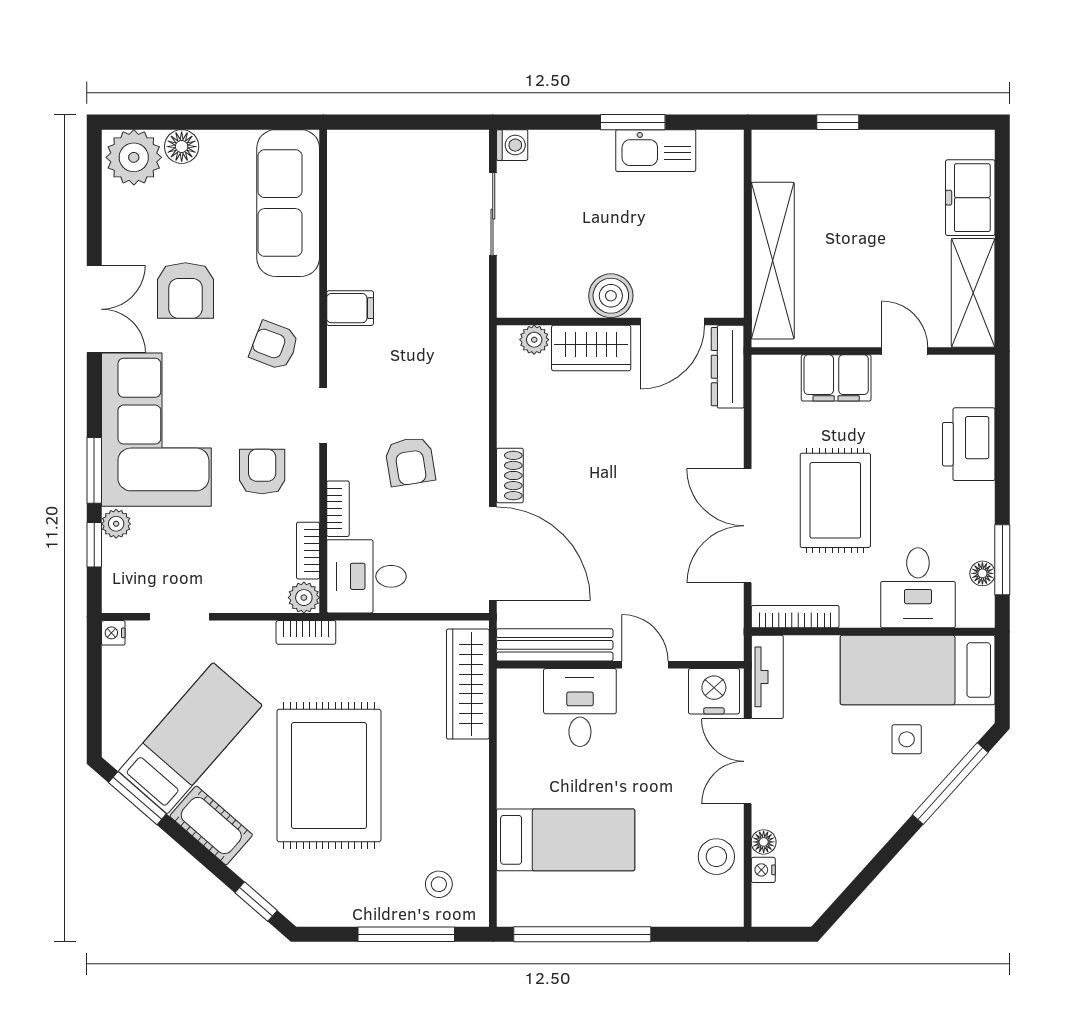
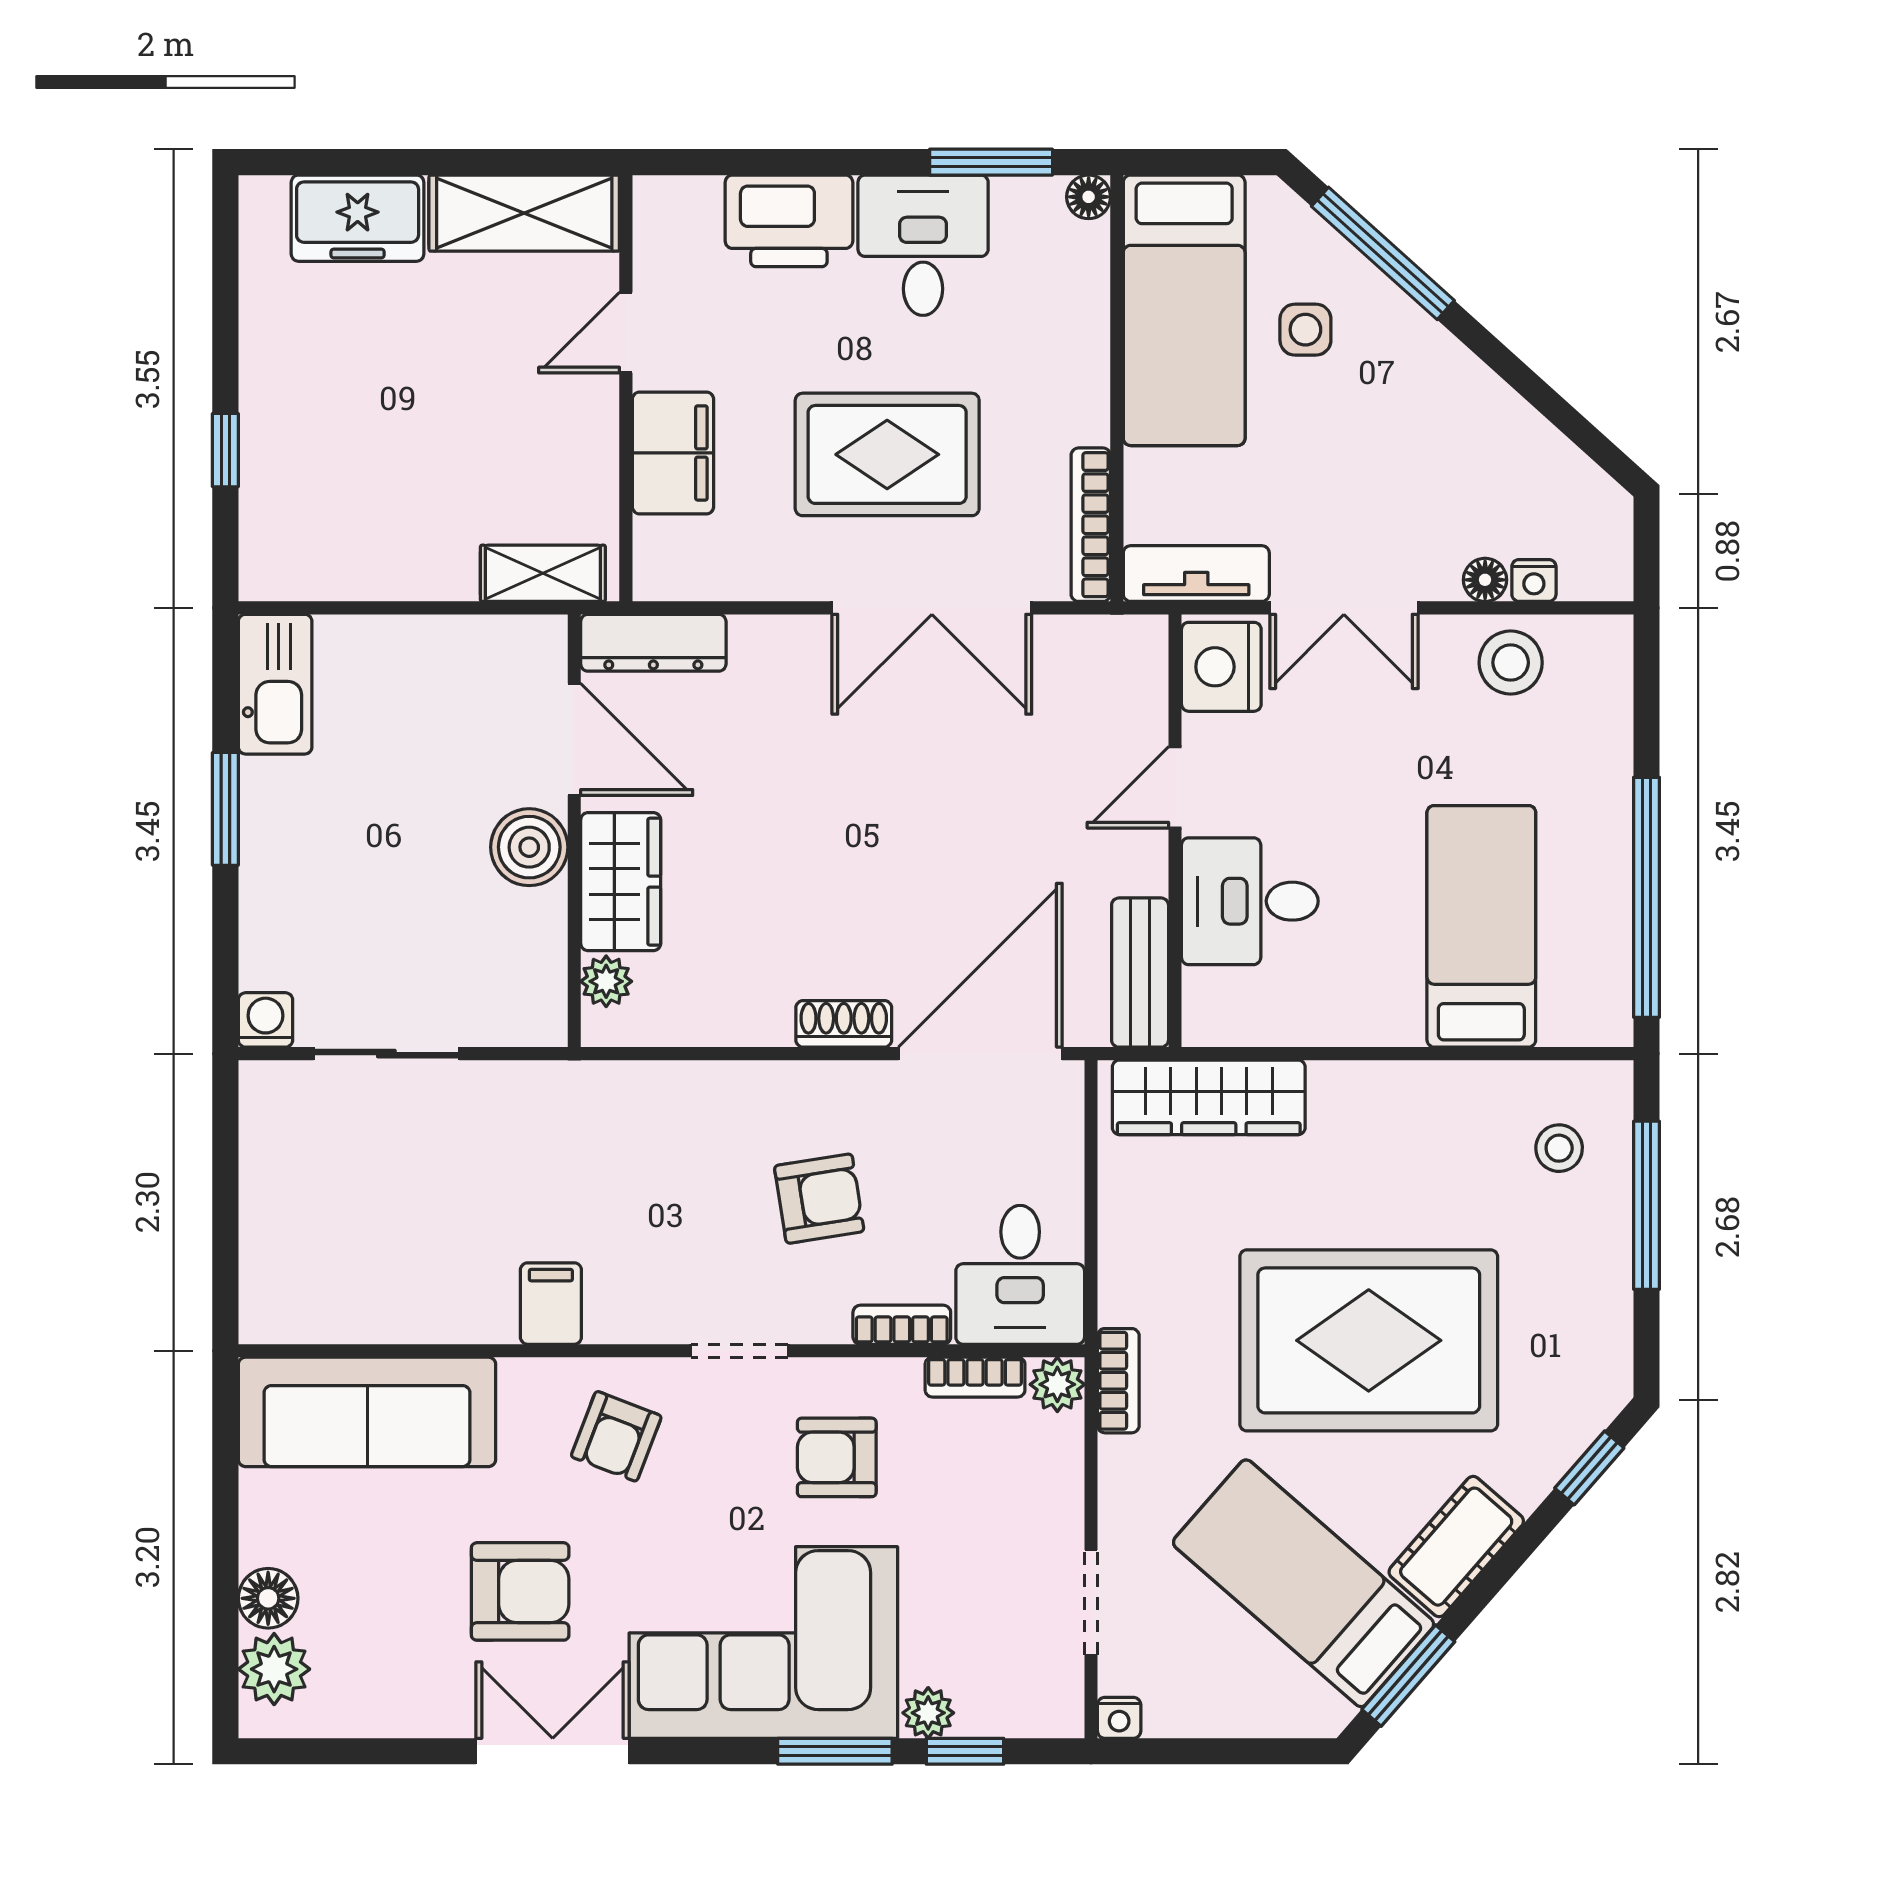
kitchen sink: (656, 151) -> (275, 684), moved
plant: (134, 157) -> (274, 1669), width x0.73, depth x0.73
shelving: (773, 261) -> (543, 573), width x0.45, depth x0.75
floor lamp: (982, 573) -> (1089, 197), moved
desk: (918, 588) -> (923, 245), moved, turned -90
bench: (555, 645) -> (1140, 973), width x0.73

